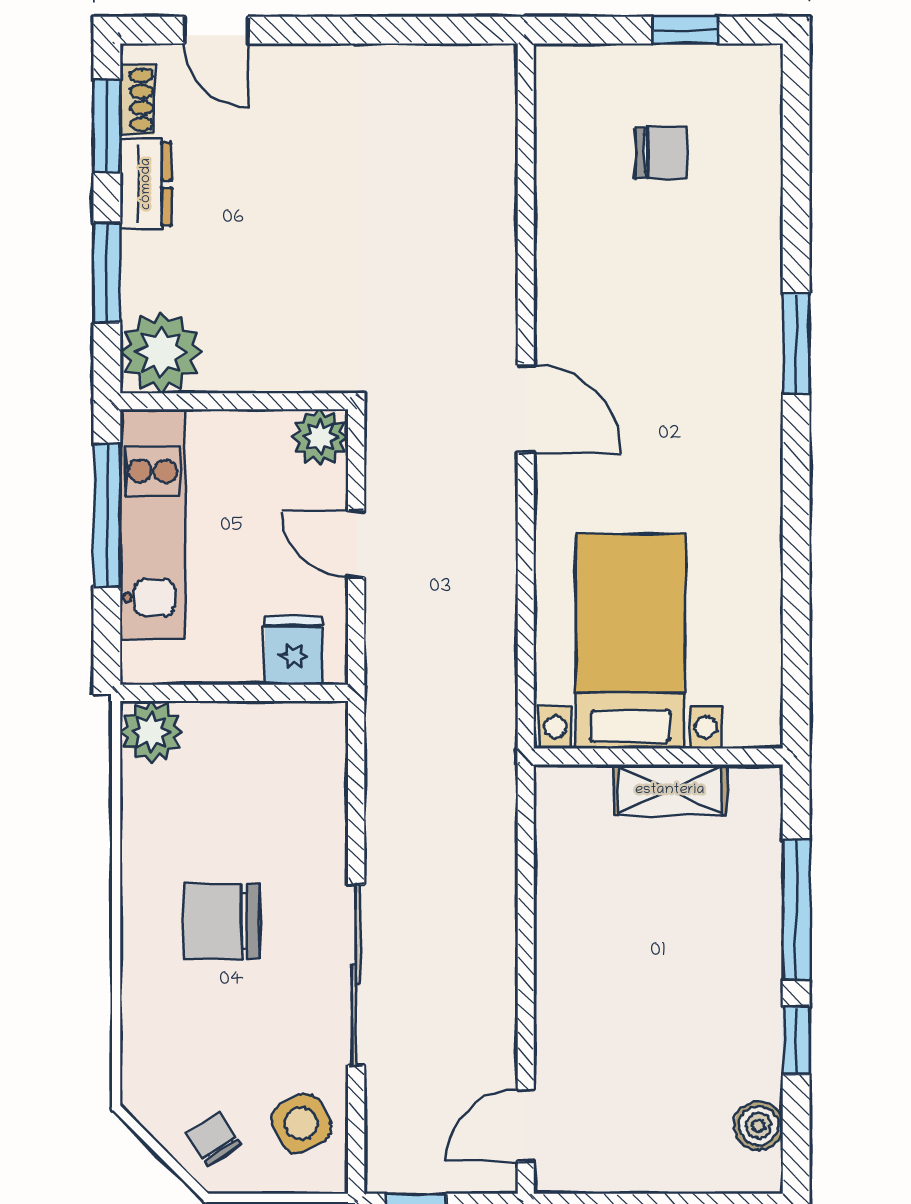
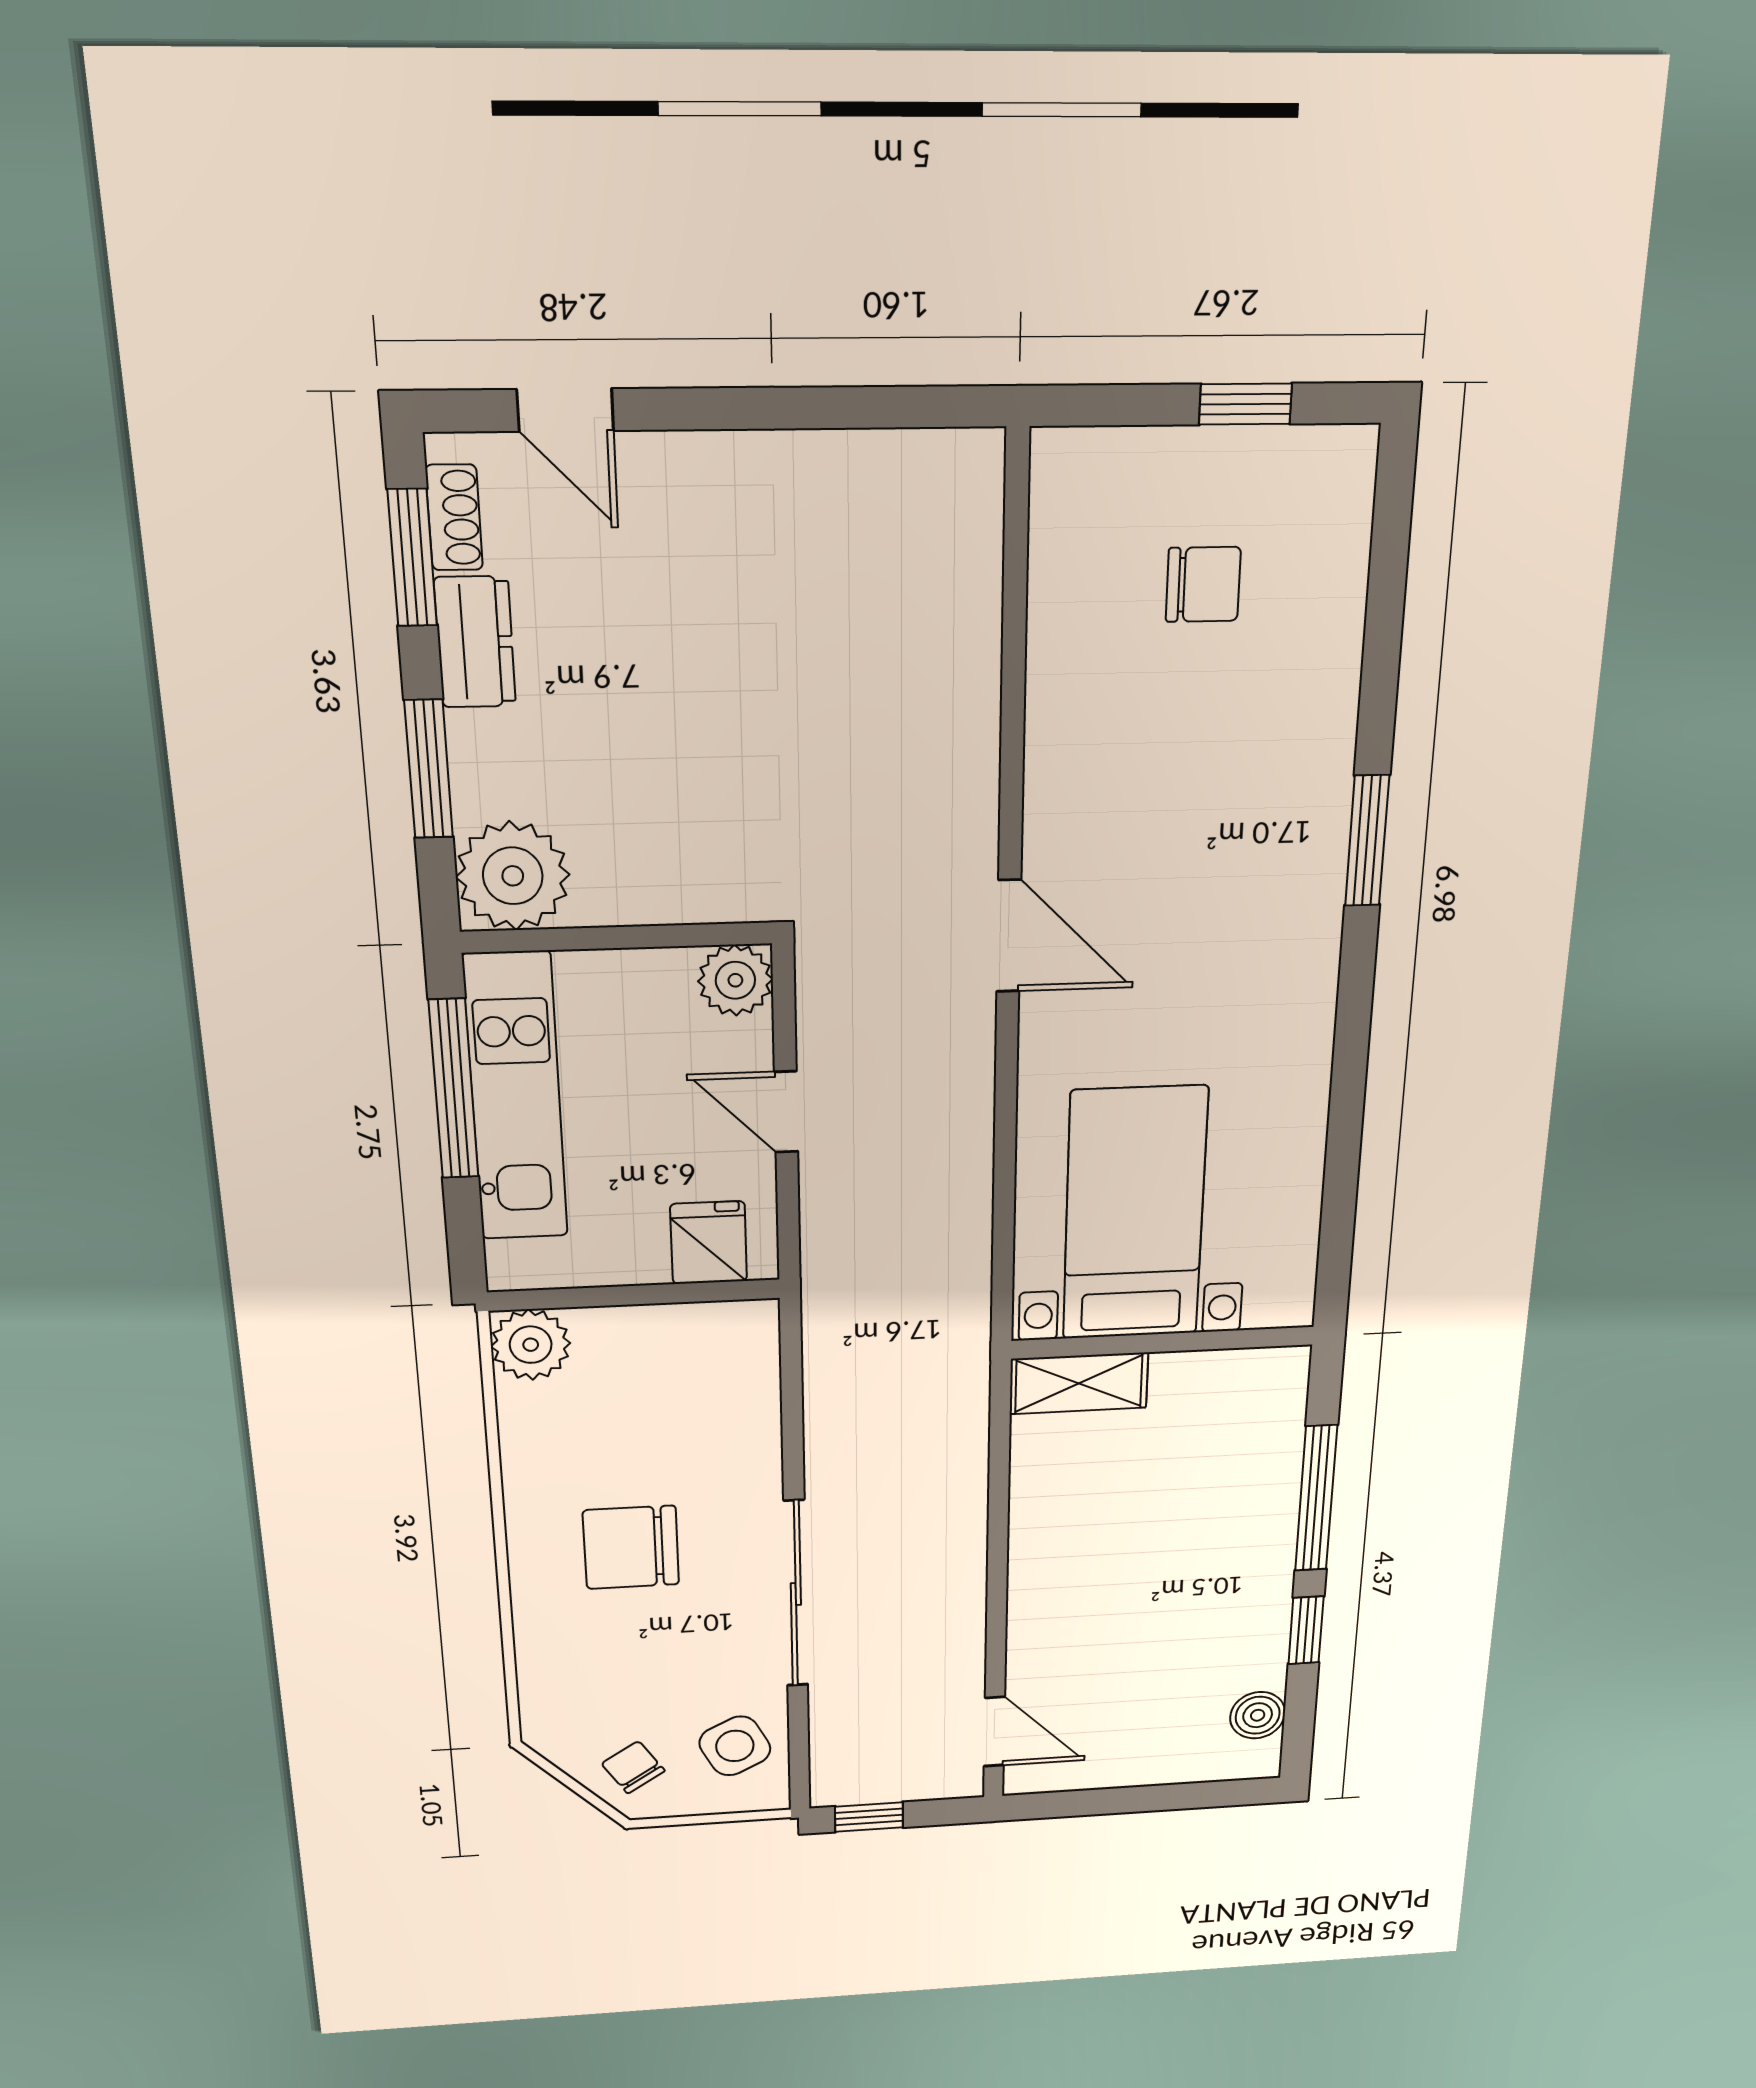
shelving: (670, 790) -> (1079, 1383), moved
door: (526, 1126) -> (994, 1732), swing flipped

